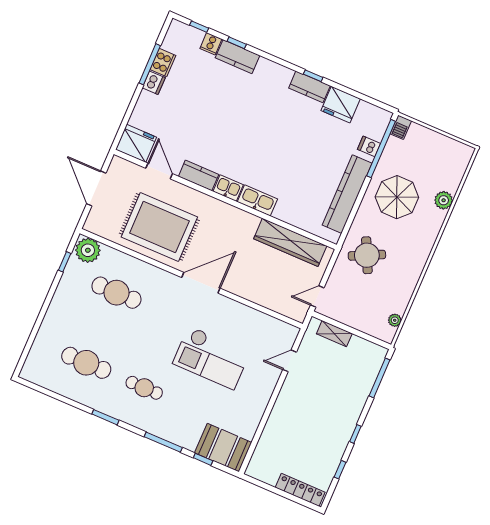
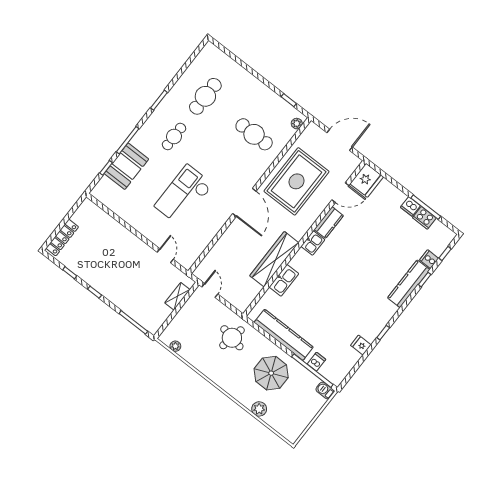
kitchen counter: (238, 57) -> (409, 284), width x1.50
kitchen counter: (309, 87) -> (375, 327), removed
fridge: (341, 105) -> (361, 345), width x0.53, depth x0.75
kitchen sink: (257, 200) -> (284, 280), moved
wardrobe: (290, 242) -> (274, 259), moved
plant: (88, 250) -> (297, 124), width x0.53, depth x0.53
round table: (367, 255) -> (232, 338), turned 37
cafe table: (116, 293) -> (254, 134), turned 90
booth: (223, 448) -> (126, 166), moved

